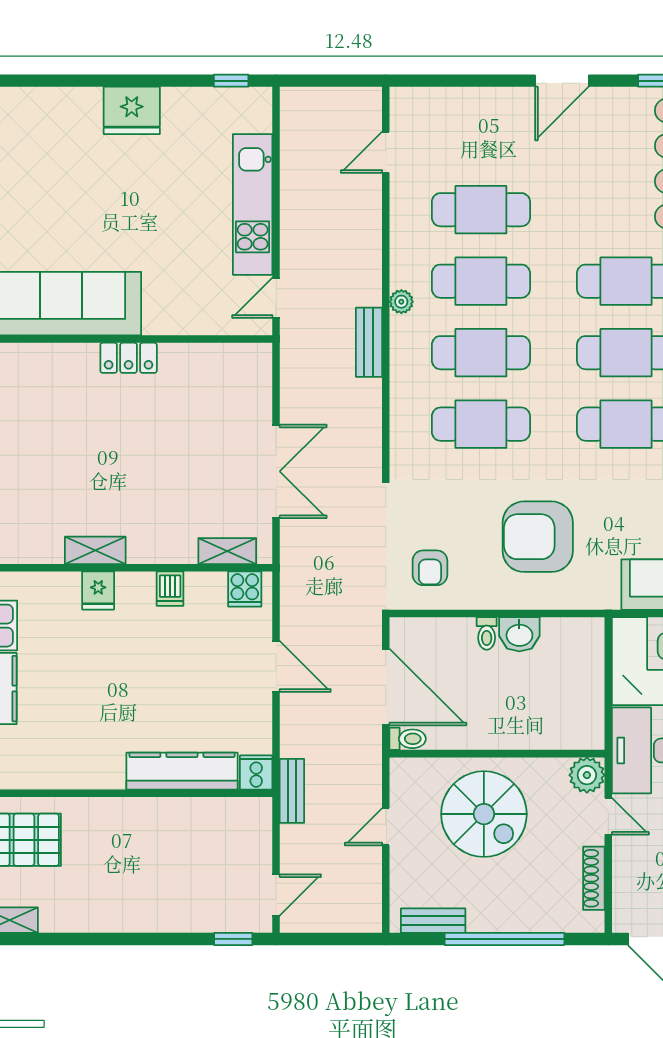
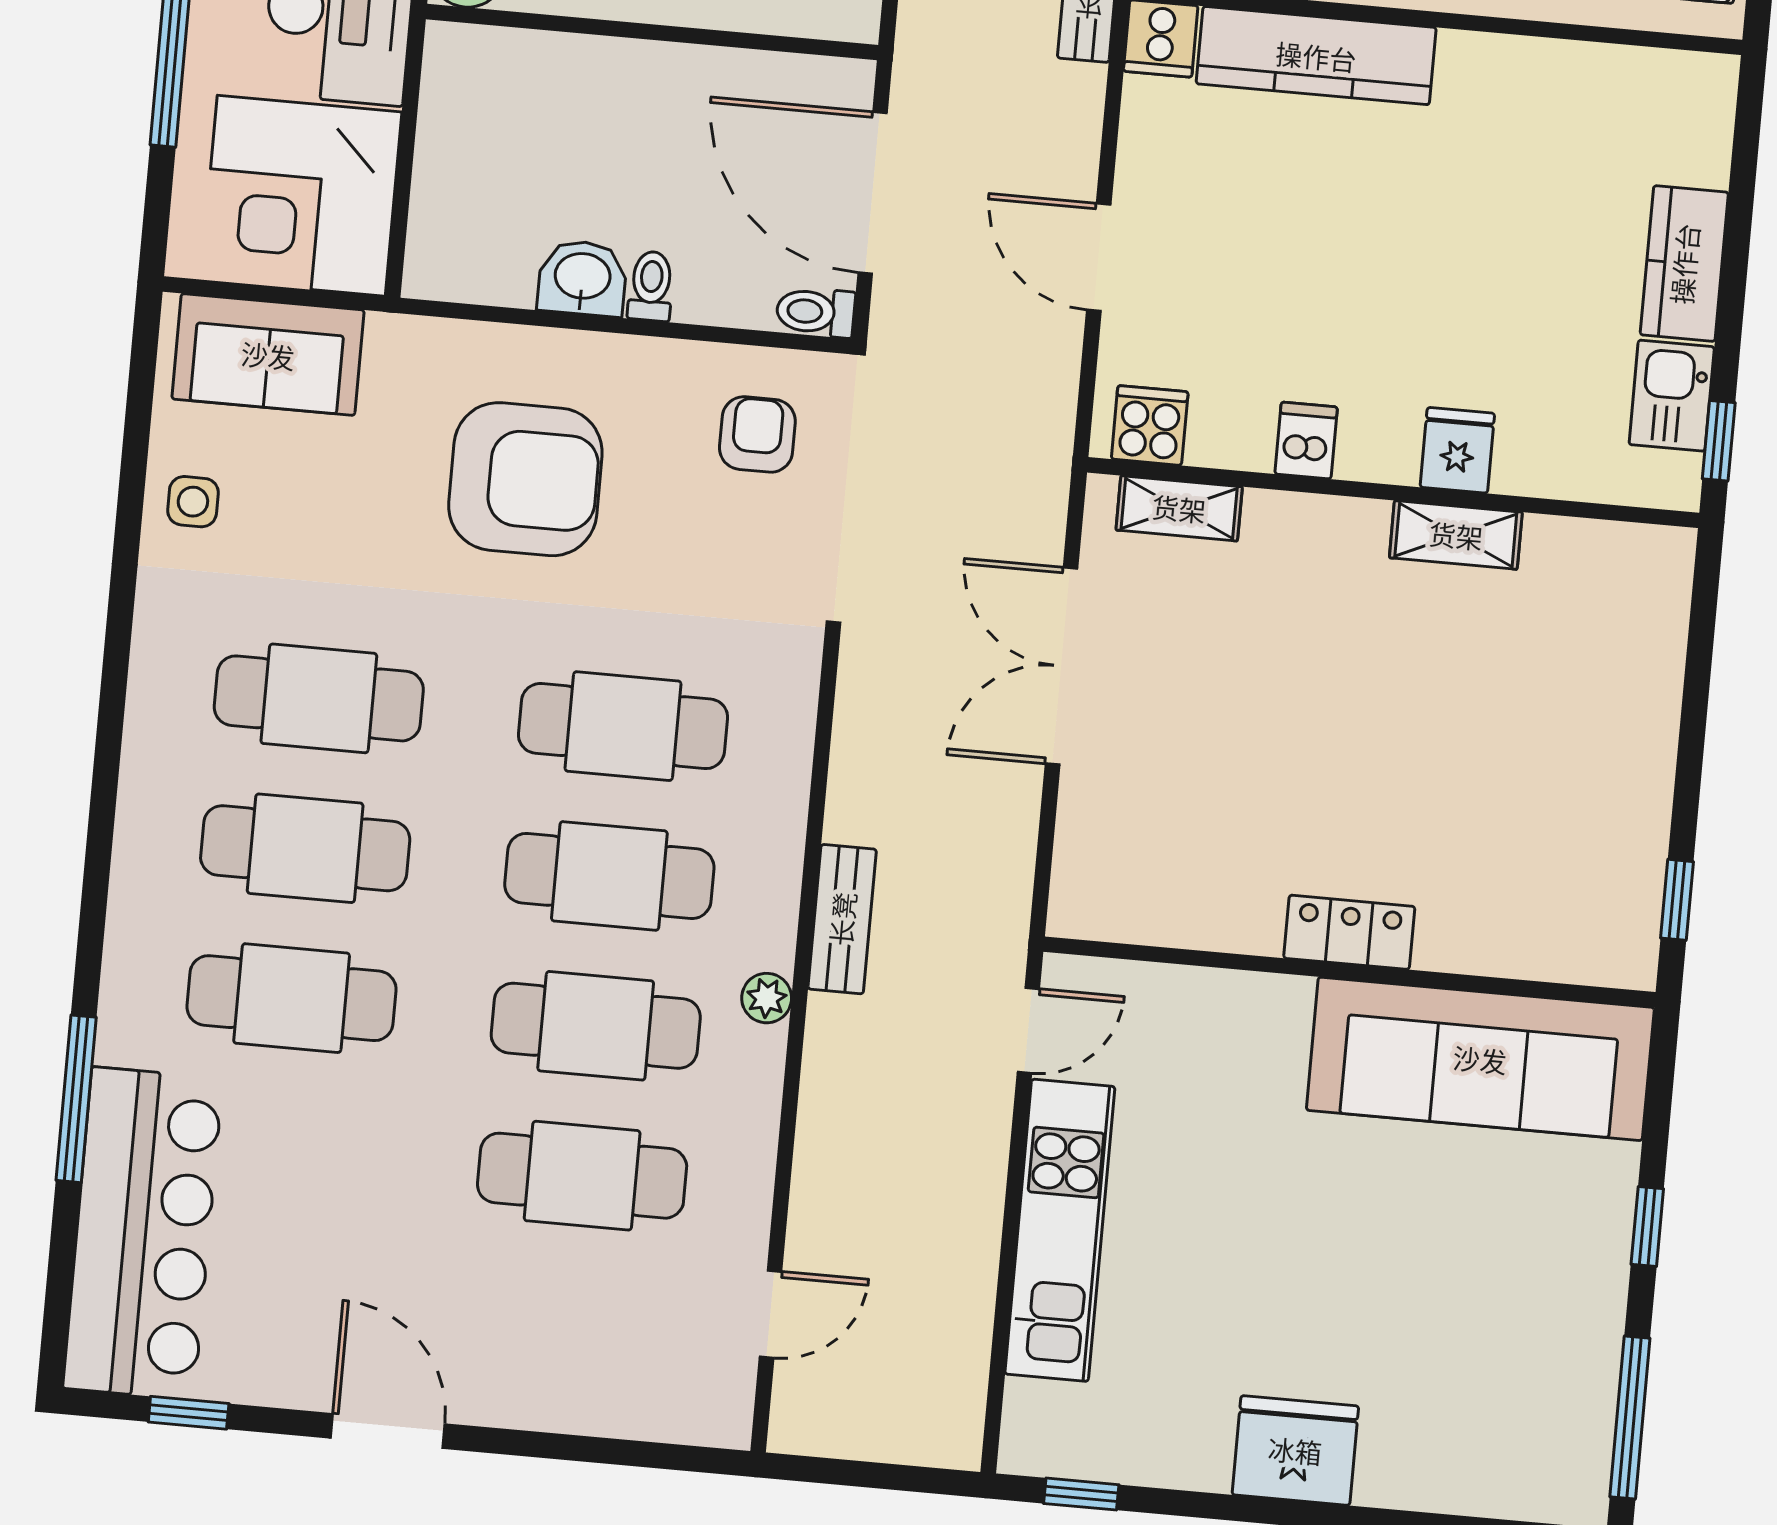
door: (562, 81) -> (388, 1431), hinge flipped
toilet: (408, 739) -> (816, 312), moved

